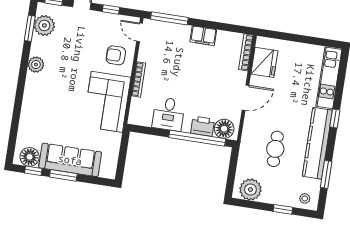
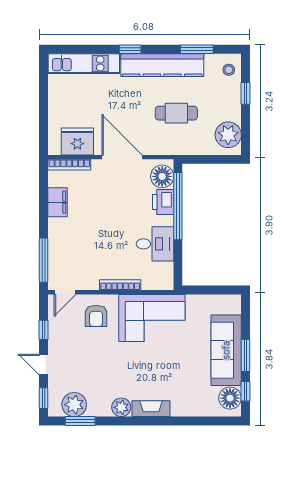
filing cabinet: (203, 36) -> (57, 202), moved
fireplace: (31, 89) -> (151, 409), added
door: (245, 98) -> (122, 157), width x1.36

